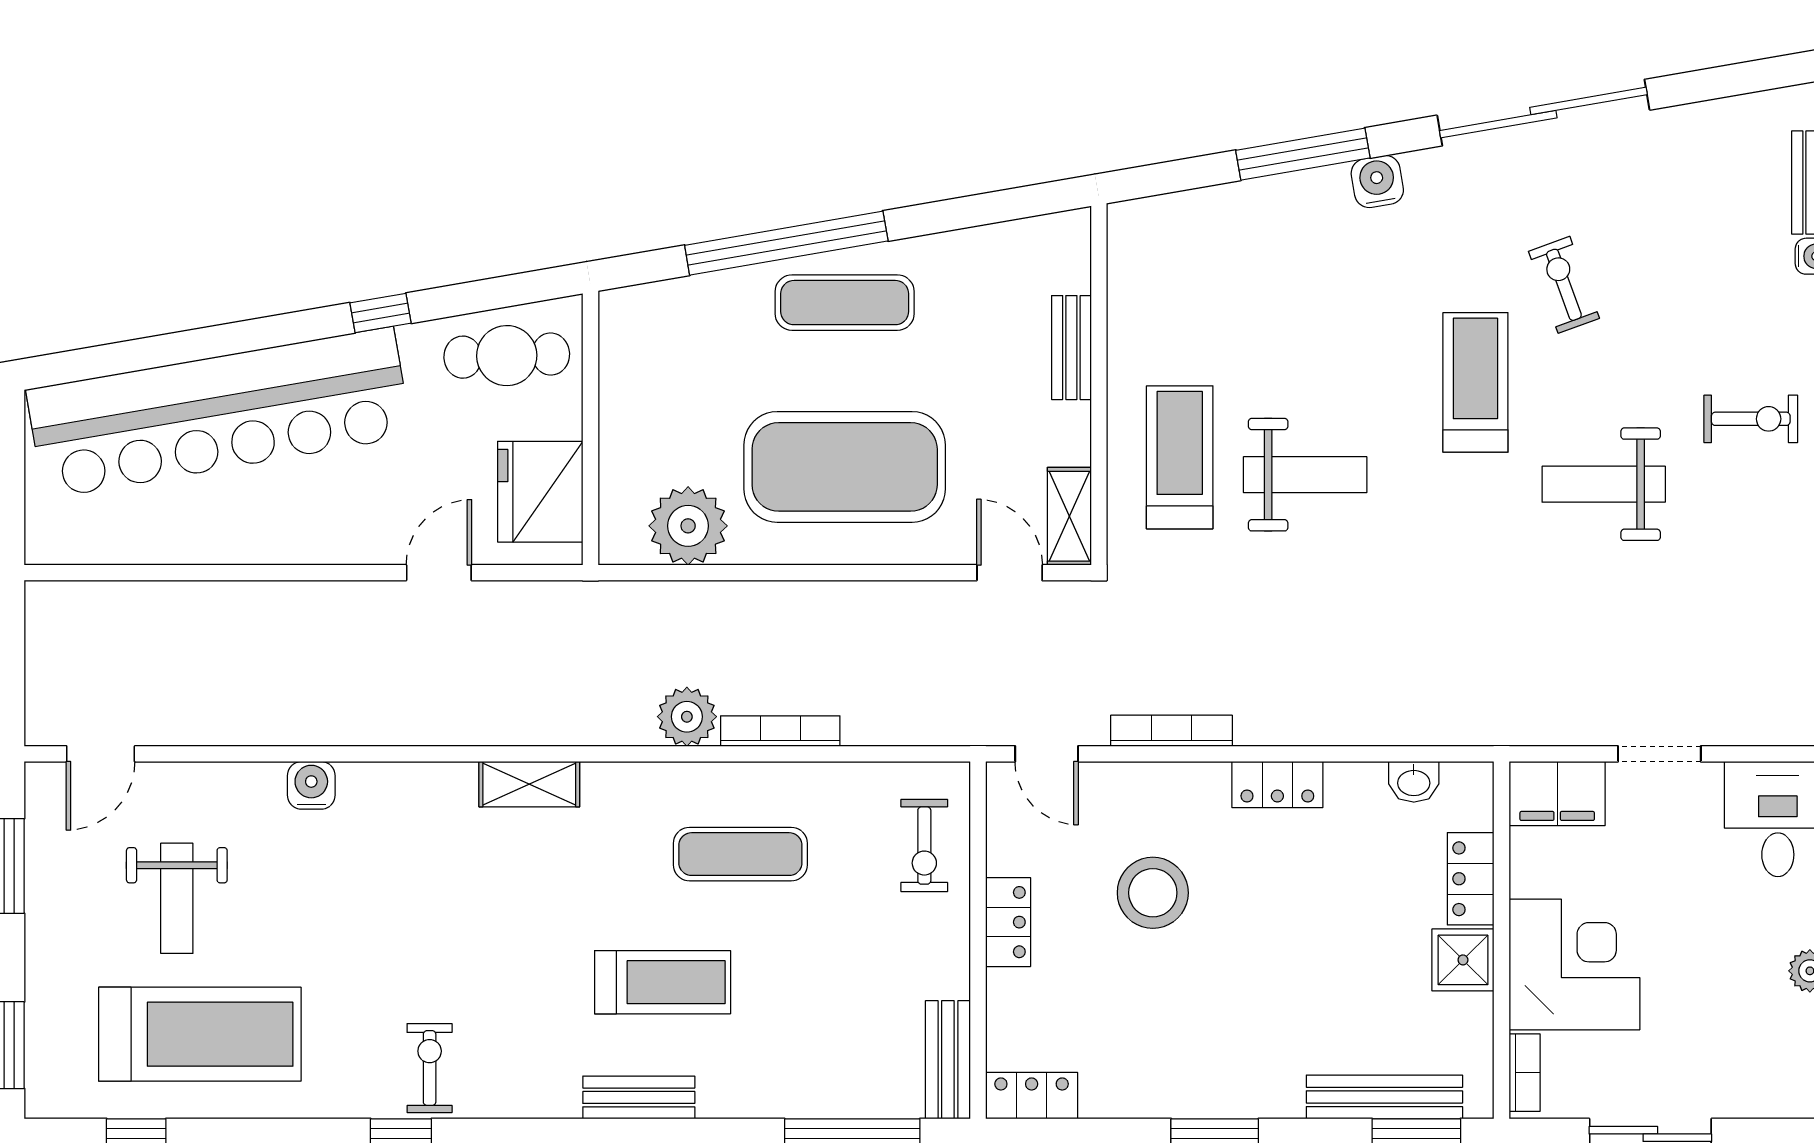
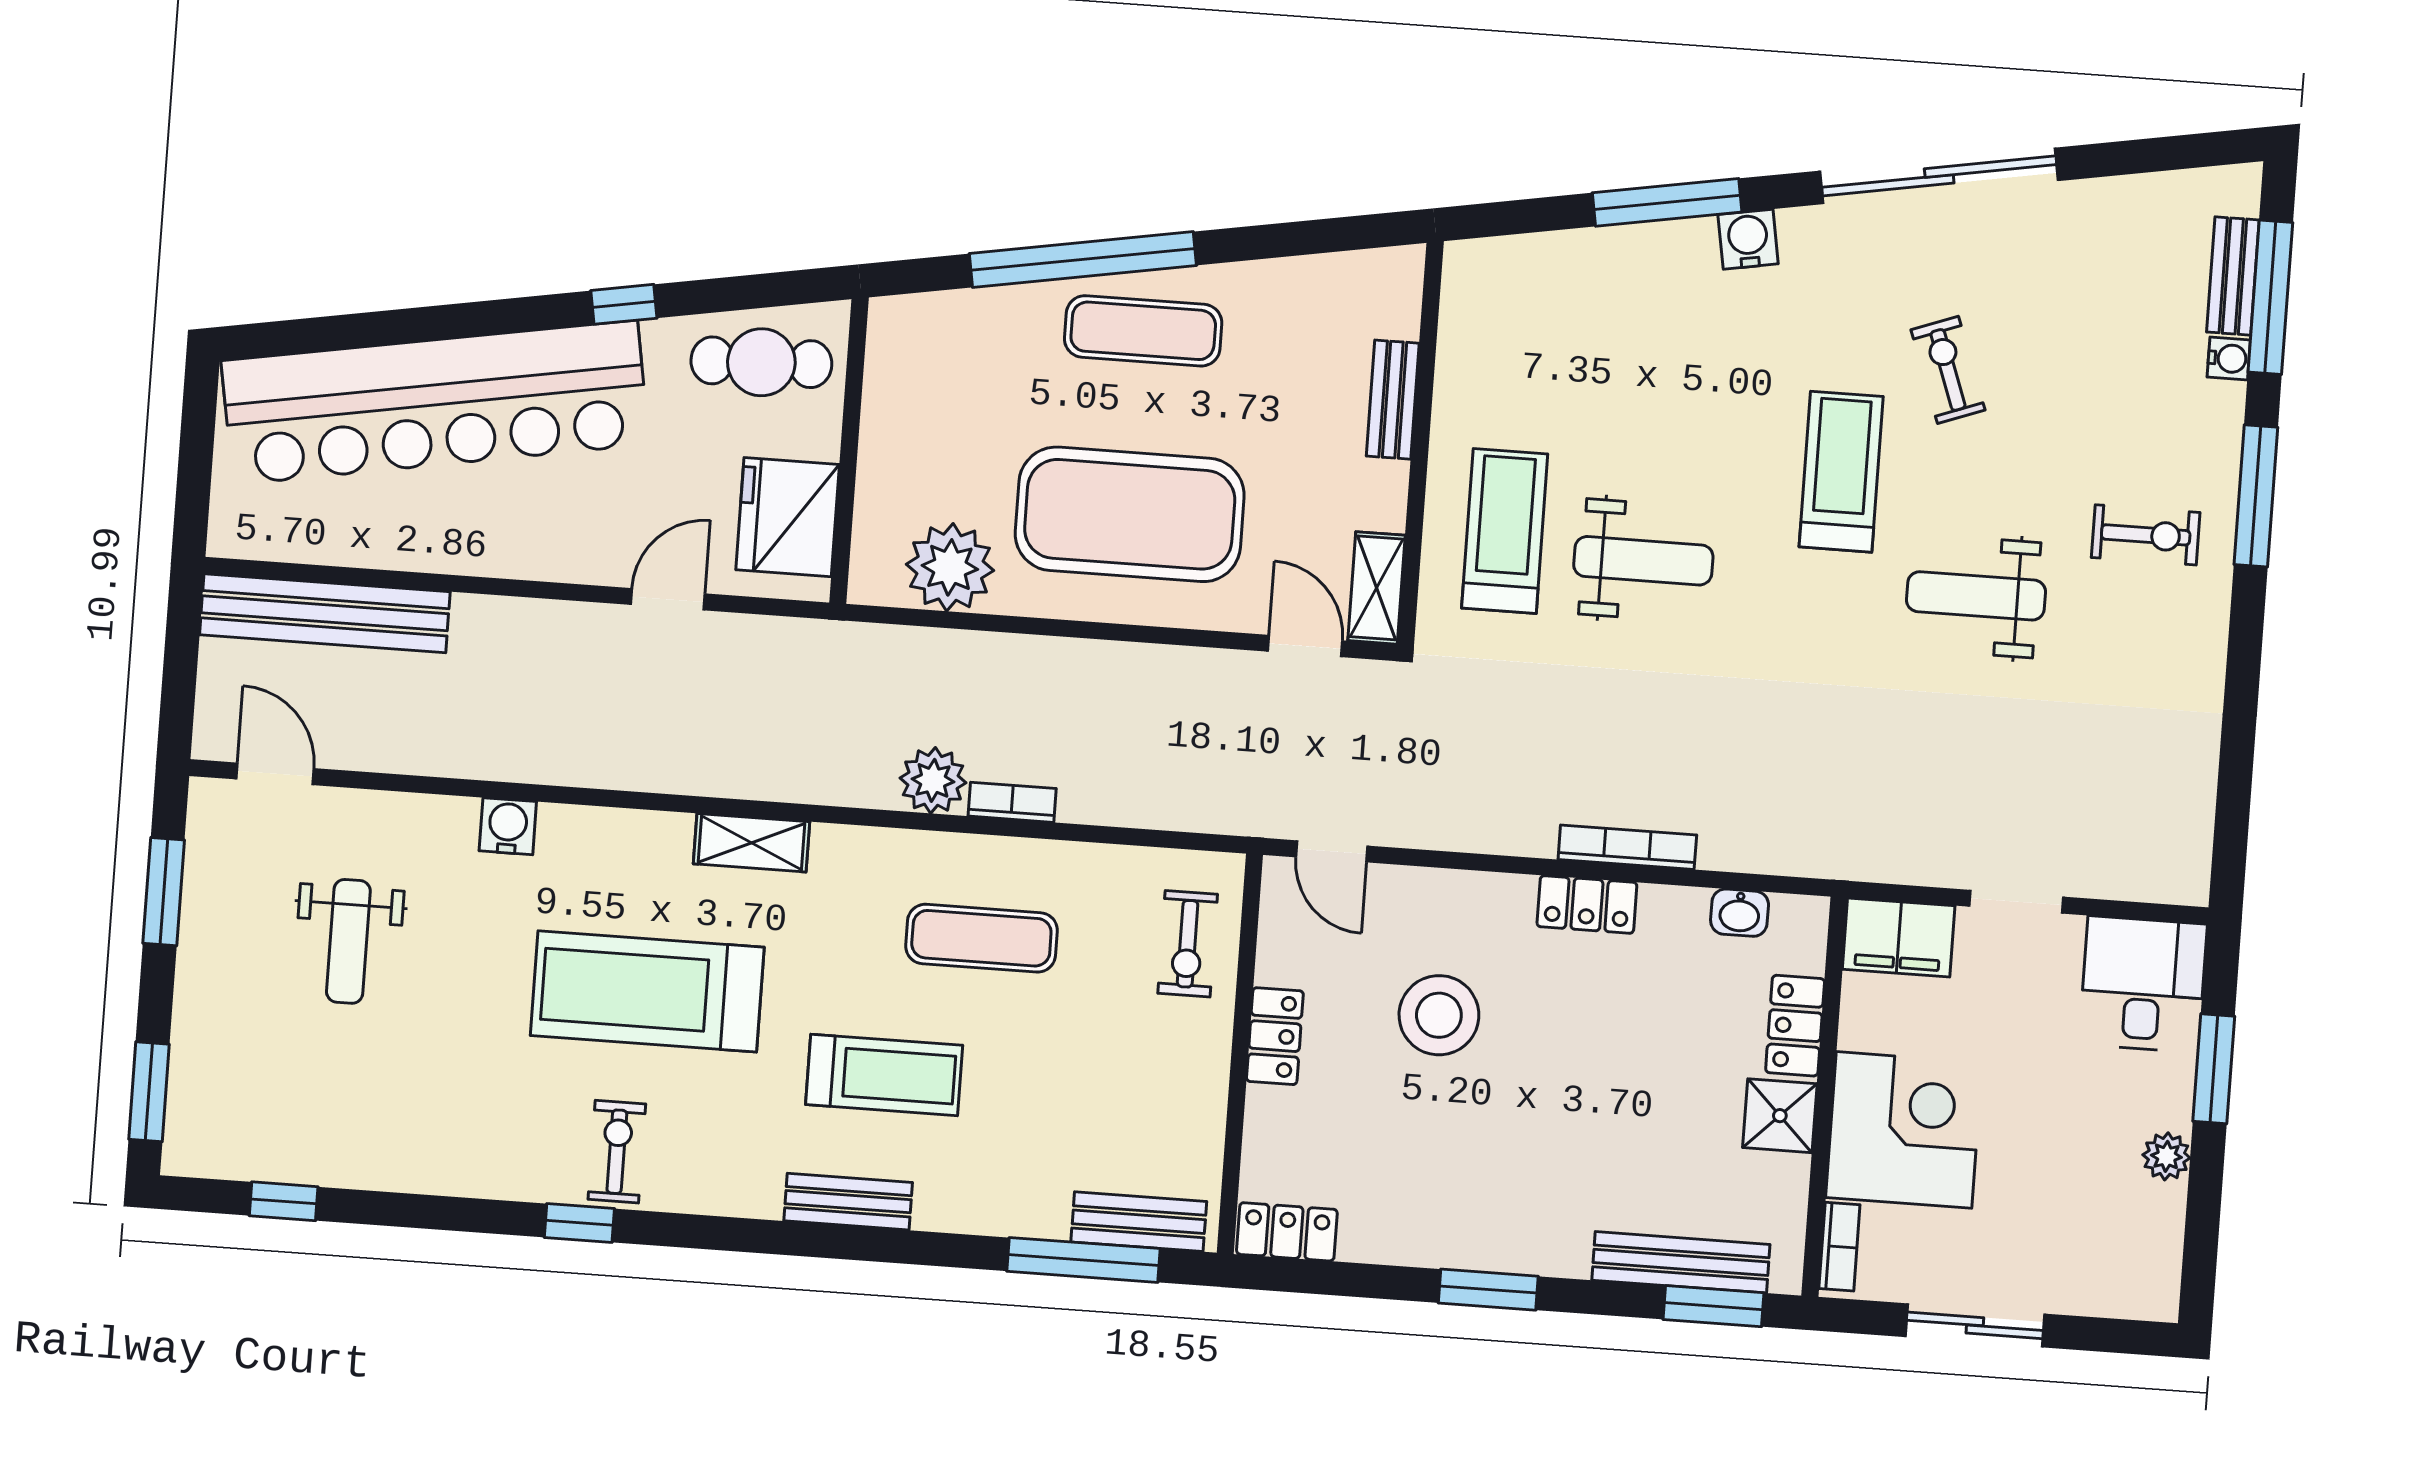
bench: (134, 608) -> (325, 613), added
bookcase: (780, 731) -> (1012, 802), width x0.64
bookcase: (1172, 731) -> (1627, 847), moved
door: (101, 754) -> (275, 774), swing flipped
treadmill: (200, 1034) -> (647, 991), moved, turned 180
bench: (948, 1060) -> (1139, 1222), moved, turned 90

